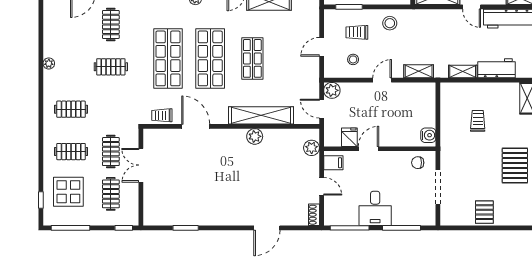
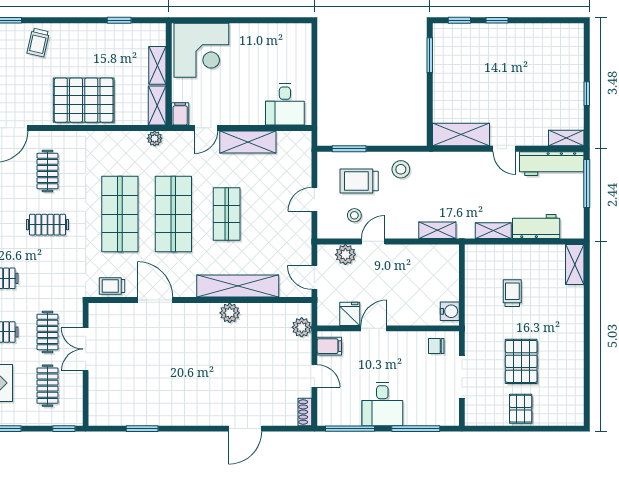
trolley: (357, 32) -> (359, 181), width x1.36, depth x1.39
door: (382, 80) -> (373, 241), moved
plant: (332, 90) -> (345, 255), moved
pallet: (515, 165) -> (521, 361), moved

